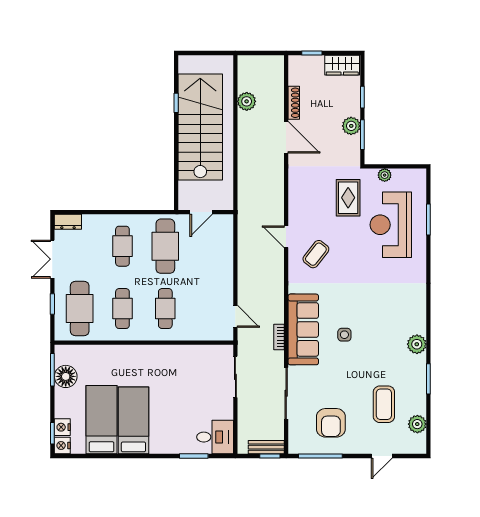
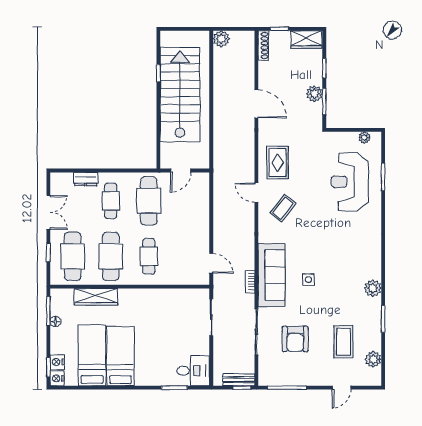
plant: (247, 101) -> (221, 39), moved
shoe rack: (294, 103) -> (263, 45), moved
plant: (385, 175) -> (364, 138), moved
rug: (348, 198) -> (278, 163), moved
dresser: (68, 222) -> (86, 179), moved
double door: (52, 259) -> (48, 212), swing flipped
cafe table: (122, 309) -> (111, 256), width x1.37, depth x1.35
wardrobe: (106, 354) -> (96, 297), added
floor lamp: (66, 376) -> (55, 322), width x0.53, depth x0.53
armchair: (331, 423) -> (295, 339), moved

